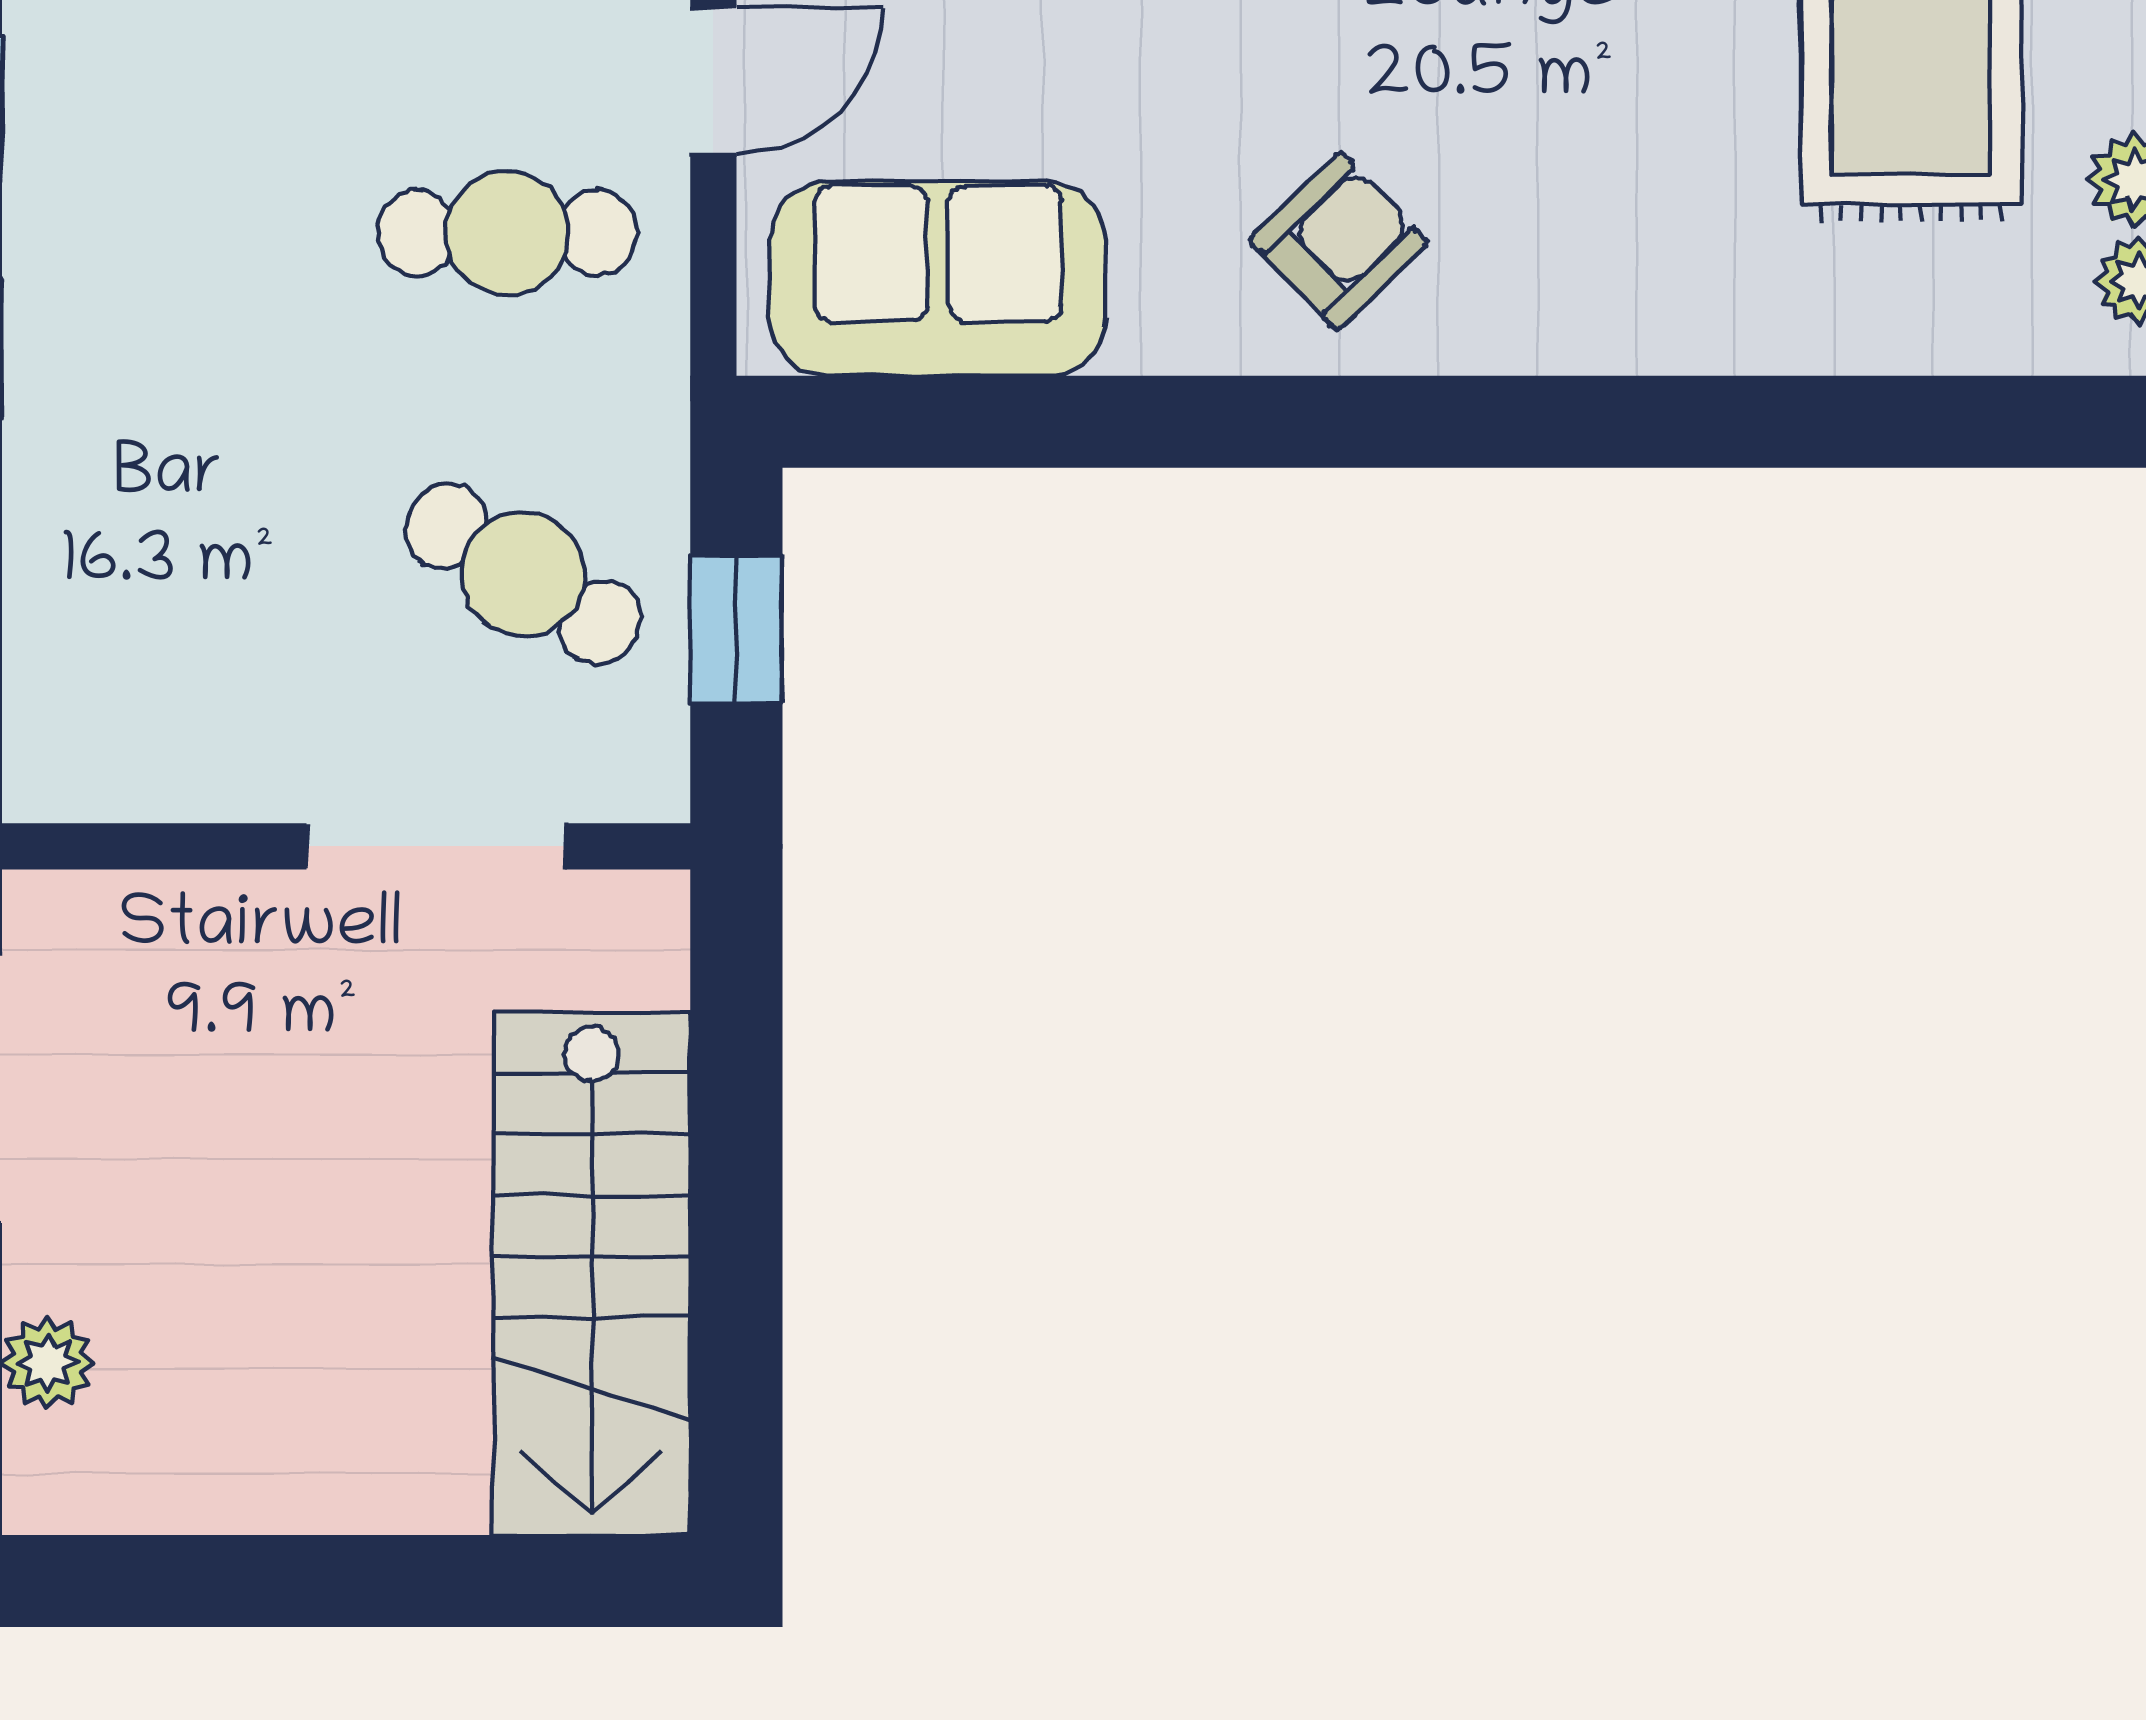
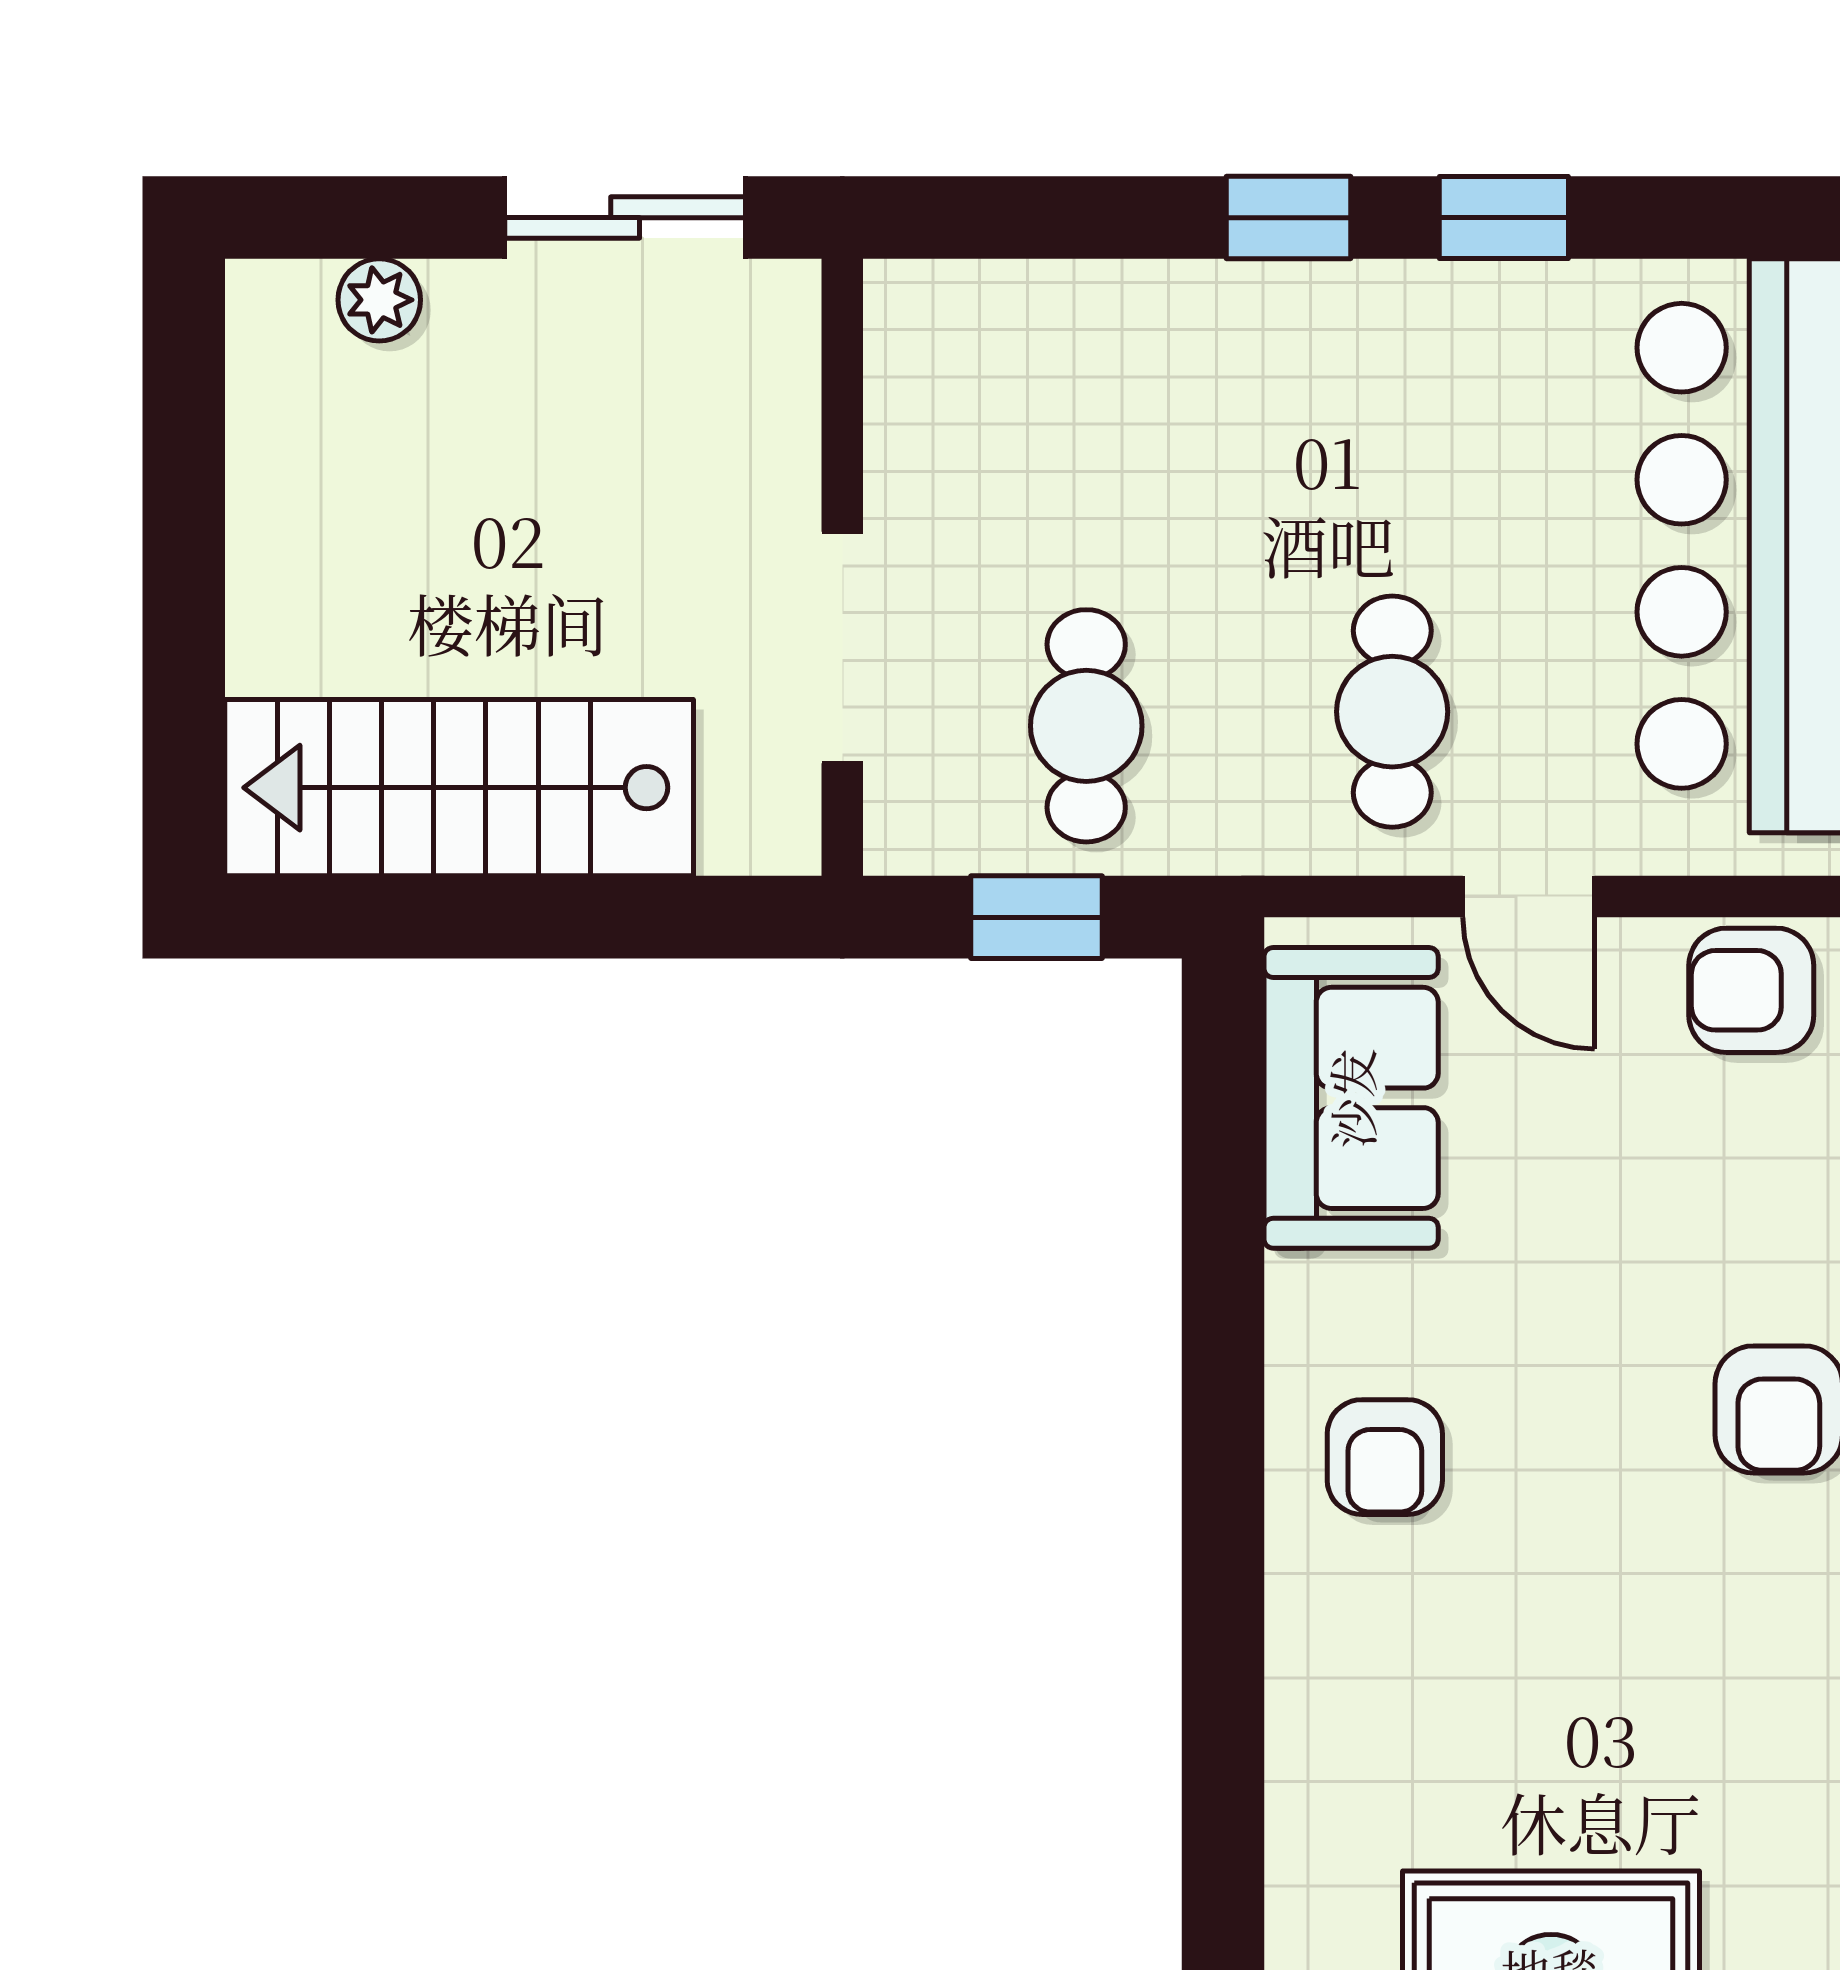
armchair: (1339, 241) -> (1385, 1457), turned 44
cafe table: (523, 574) -> (1086, 726), turned -32

